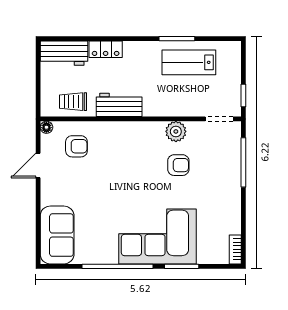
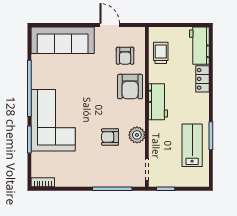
workbench: (119, 105) -> (158, 102), moved
floor lamp: (46, 127) -> (140, 32), removed
armchair: (115, 140) -> (130, 87), added
armchair: (178, 165) -> (110, 137), turned 90
sofa: (57, 235) -> (63, 40), width x1.36

